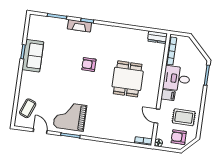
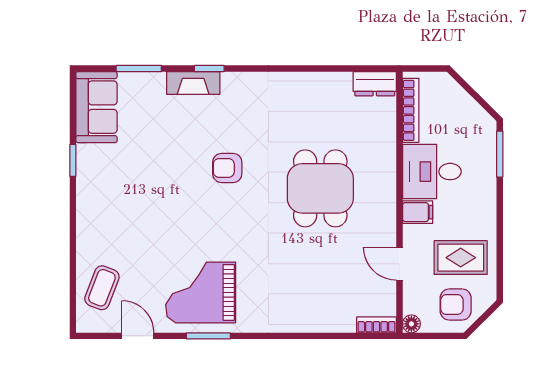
sofa: (33, 56) -> (97, 107), moved

